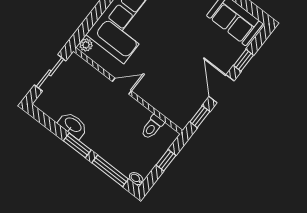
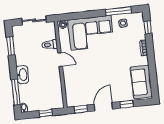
washbasin: (73, 125) -> (22, 75), moved
toilet: (152, 127) -> (50, 45), moved
window: (77, 145) -> (11, 46), moved

